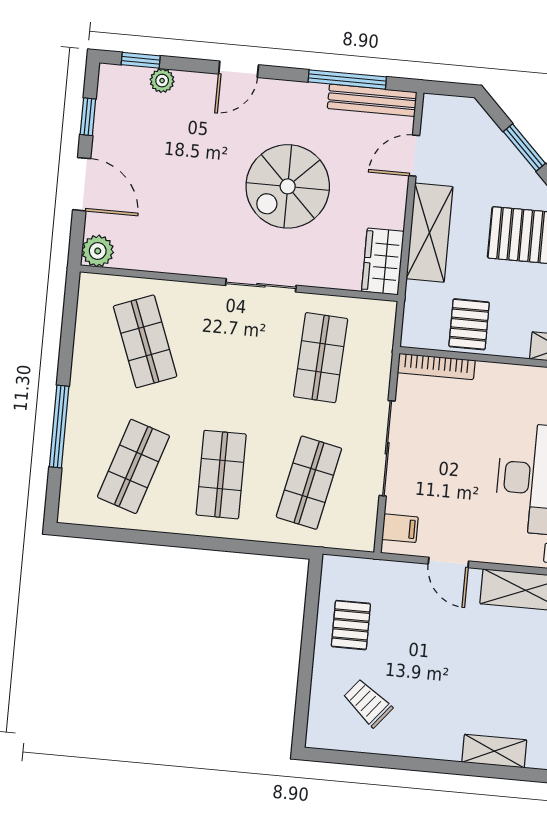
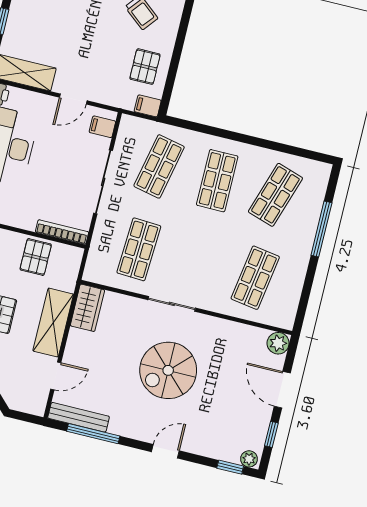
plant: (162, 81) -> (249, 459), moved
spiral stairs: (288, 186) -> (168, 370), moved, turned 180
shop shelf: (145, 341) -> (255, 278), turned 30
door: (448, 562) -> (73, 99), swing flipped
filing cabinet: (339, 568) -> (148, 106), added

